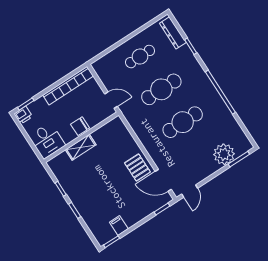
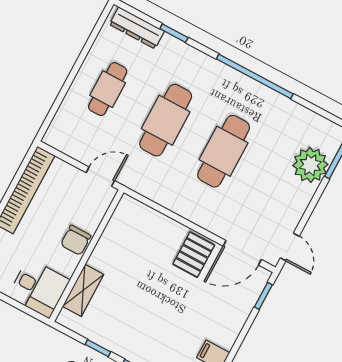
shelving: (81, 147) -> (83, 290), moved
pallet: (137, 167) -> (194, 255), turned 90

